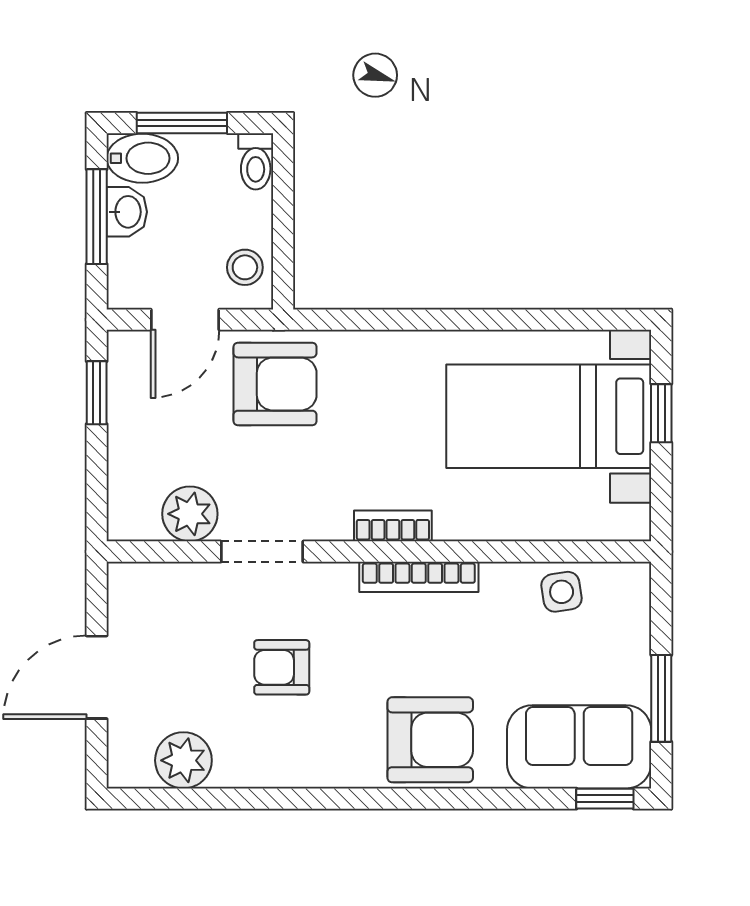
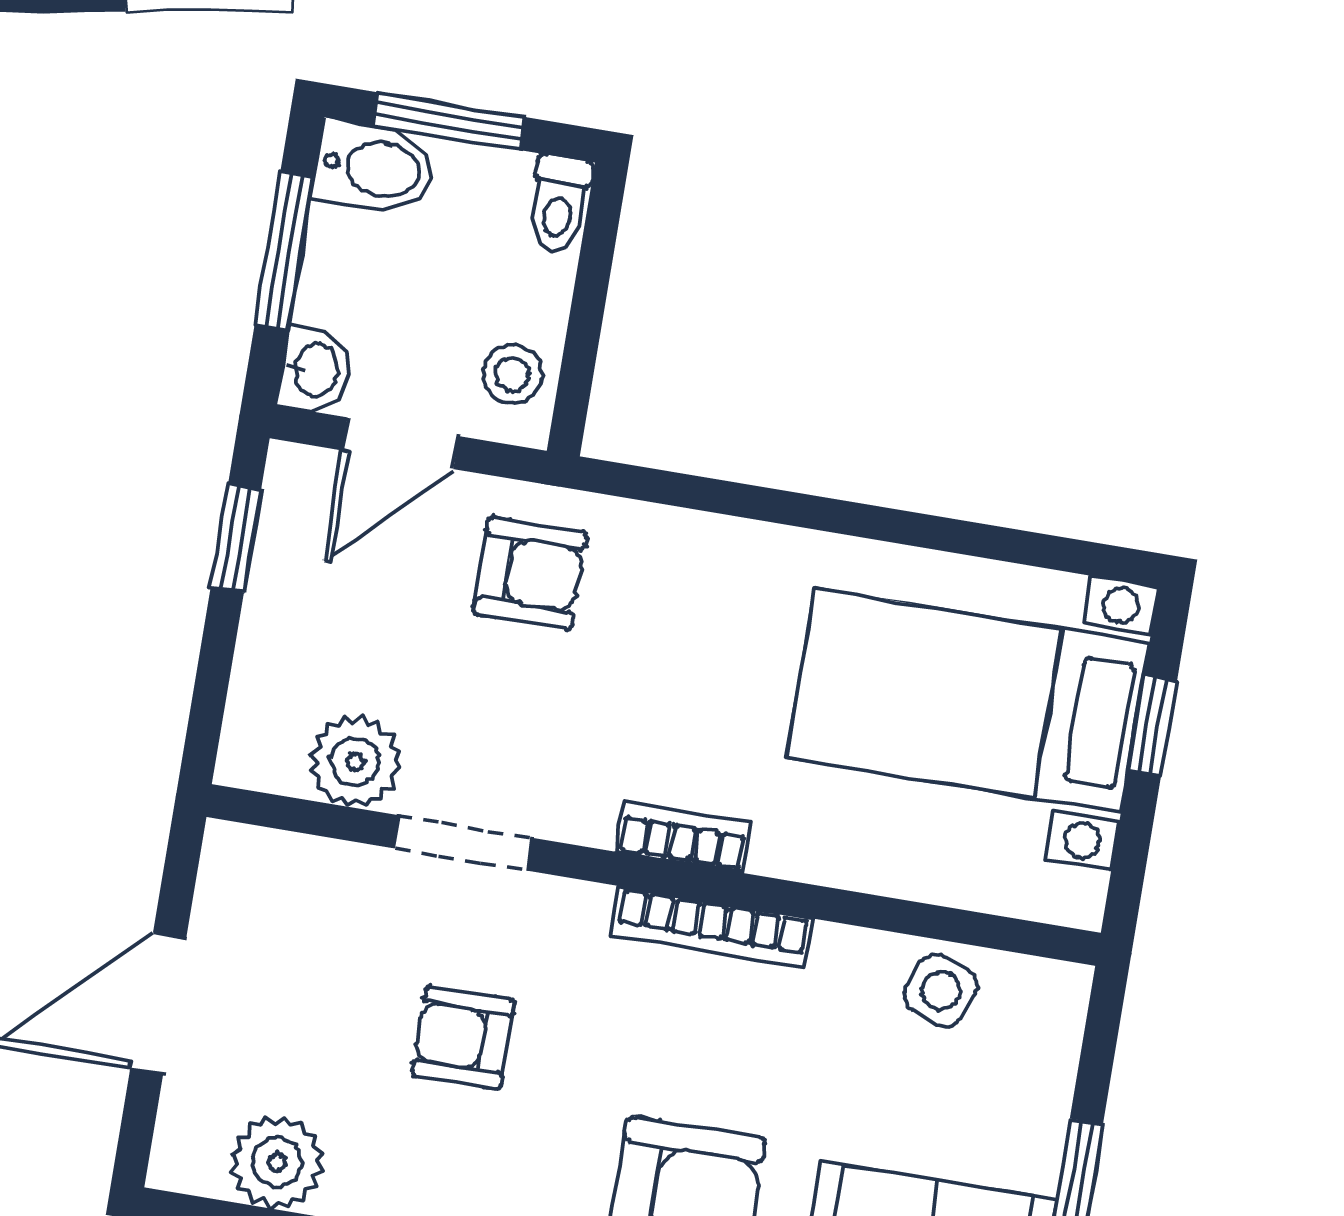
washbasin: (127, 212) -> (315, 370), moved
armchair: (275, 384) -> (530, 573), width x0.72, depth x0.72
side table: (562, 592) -> (941, 991), turned 31

